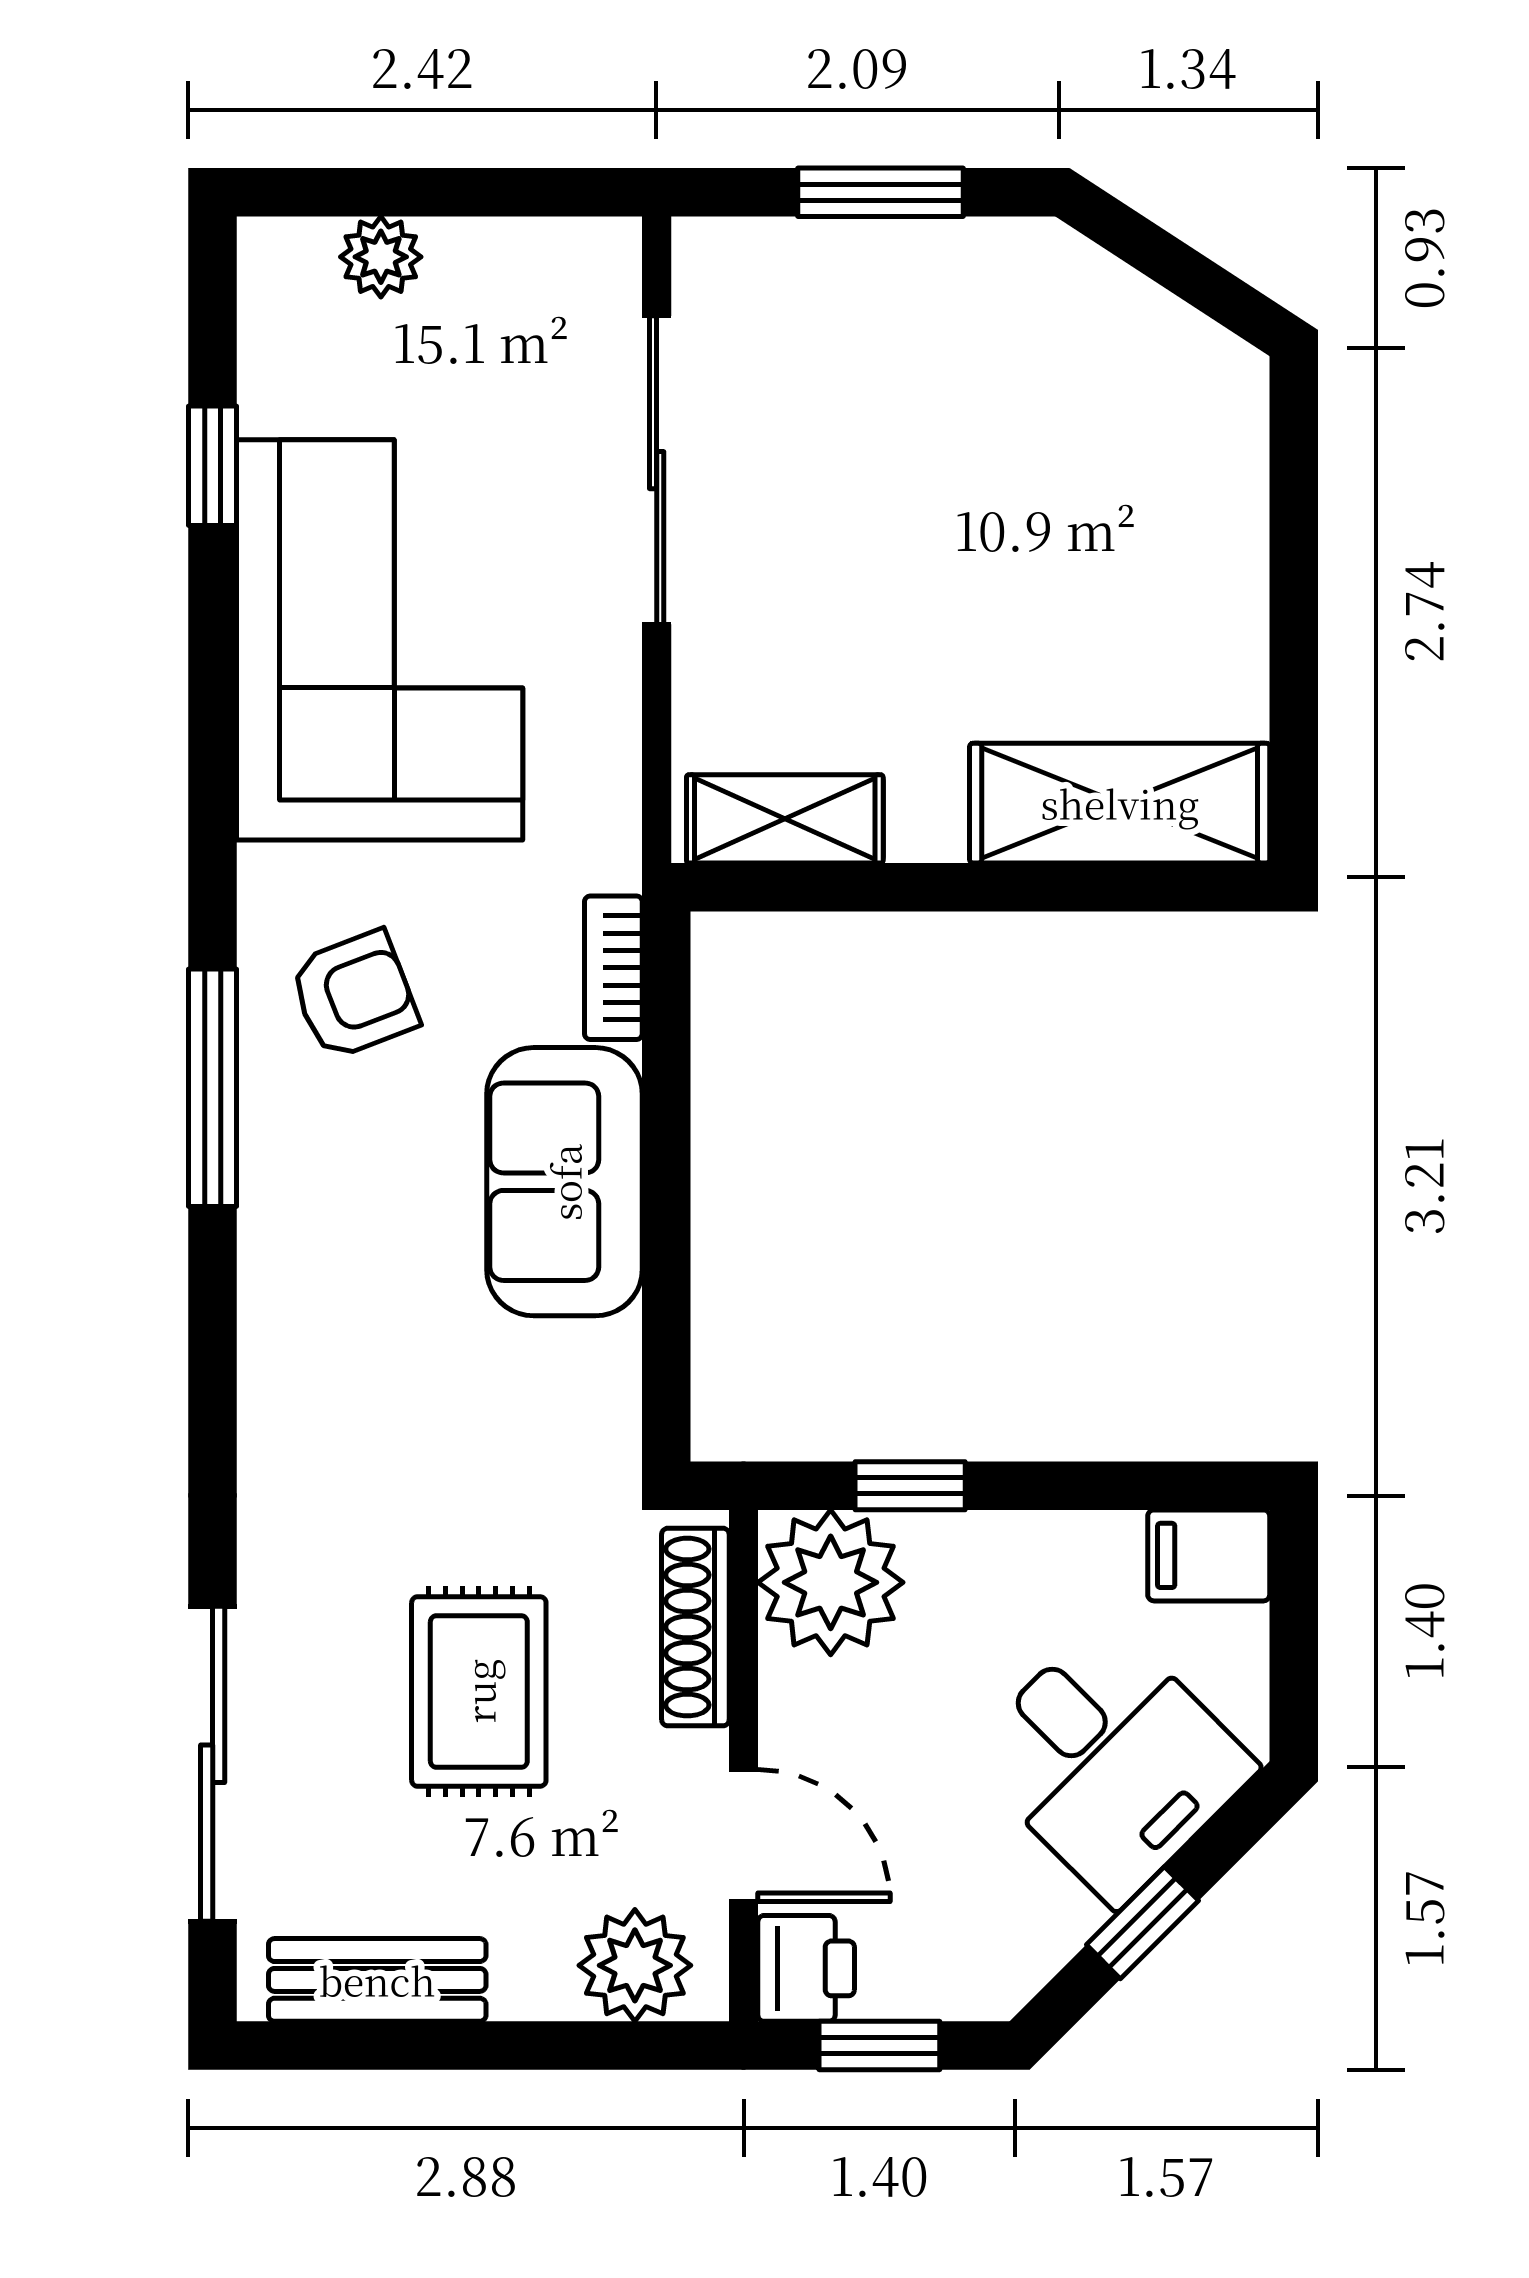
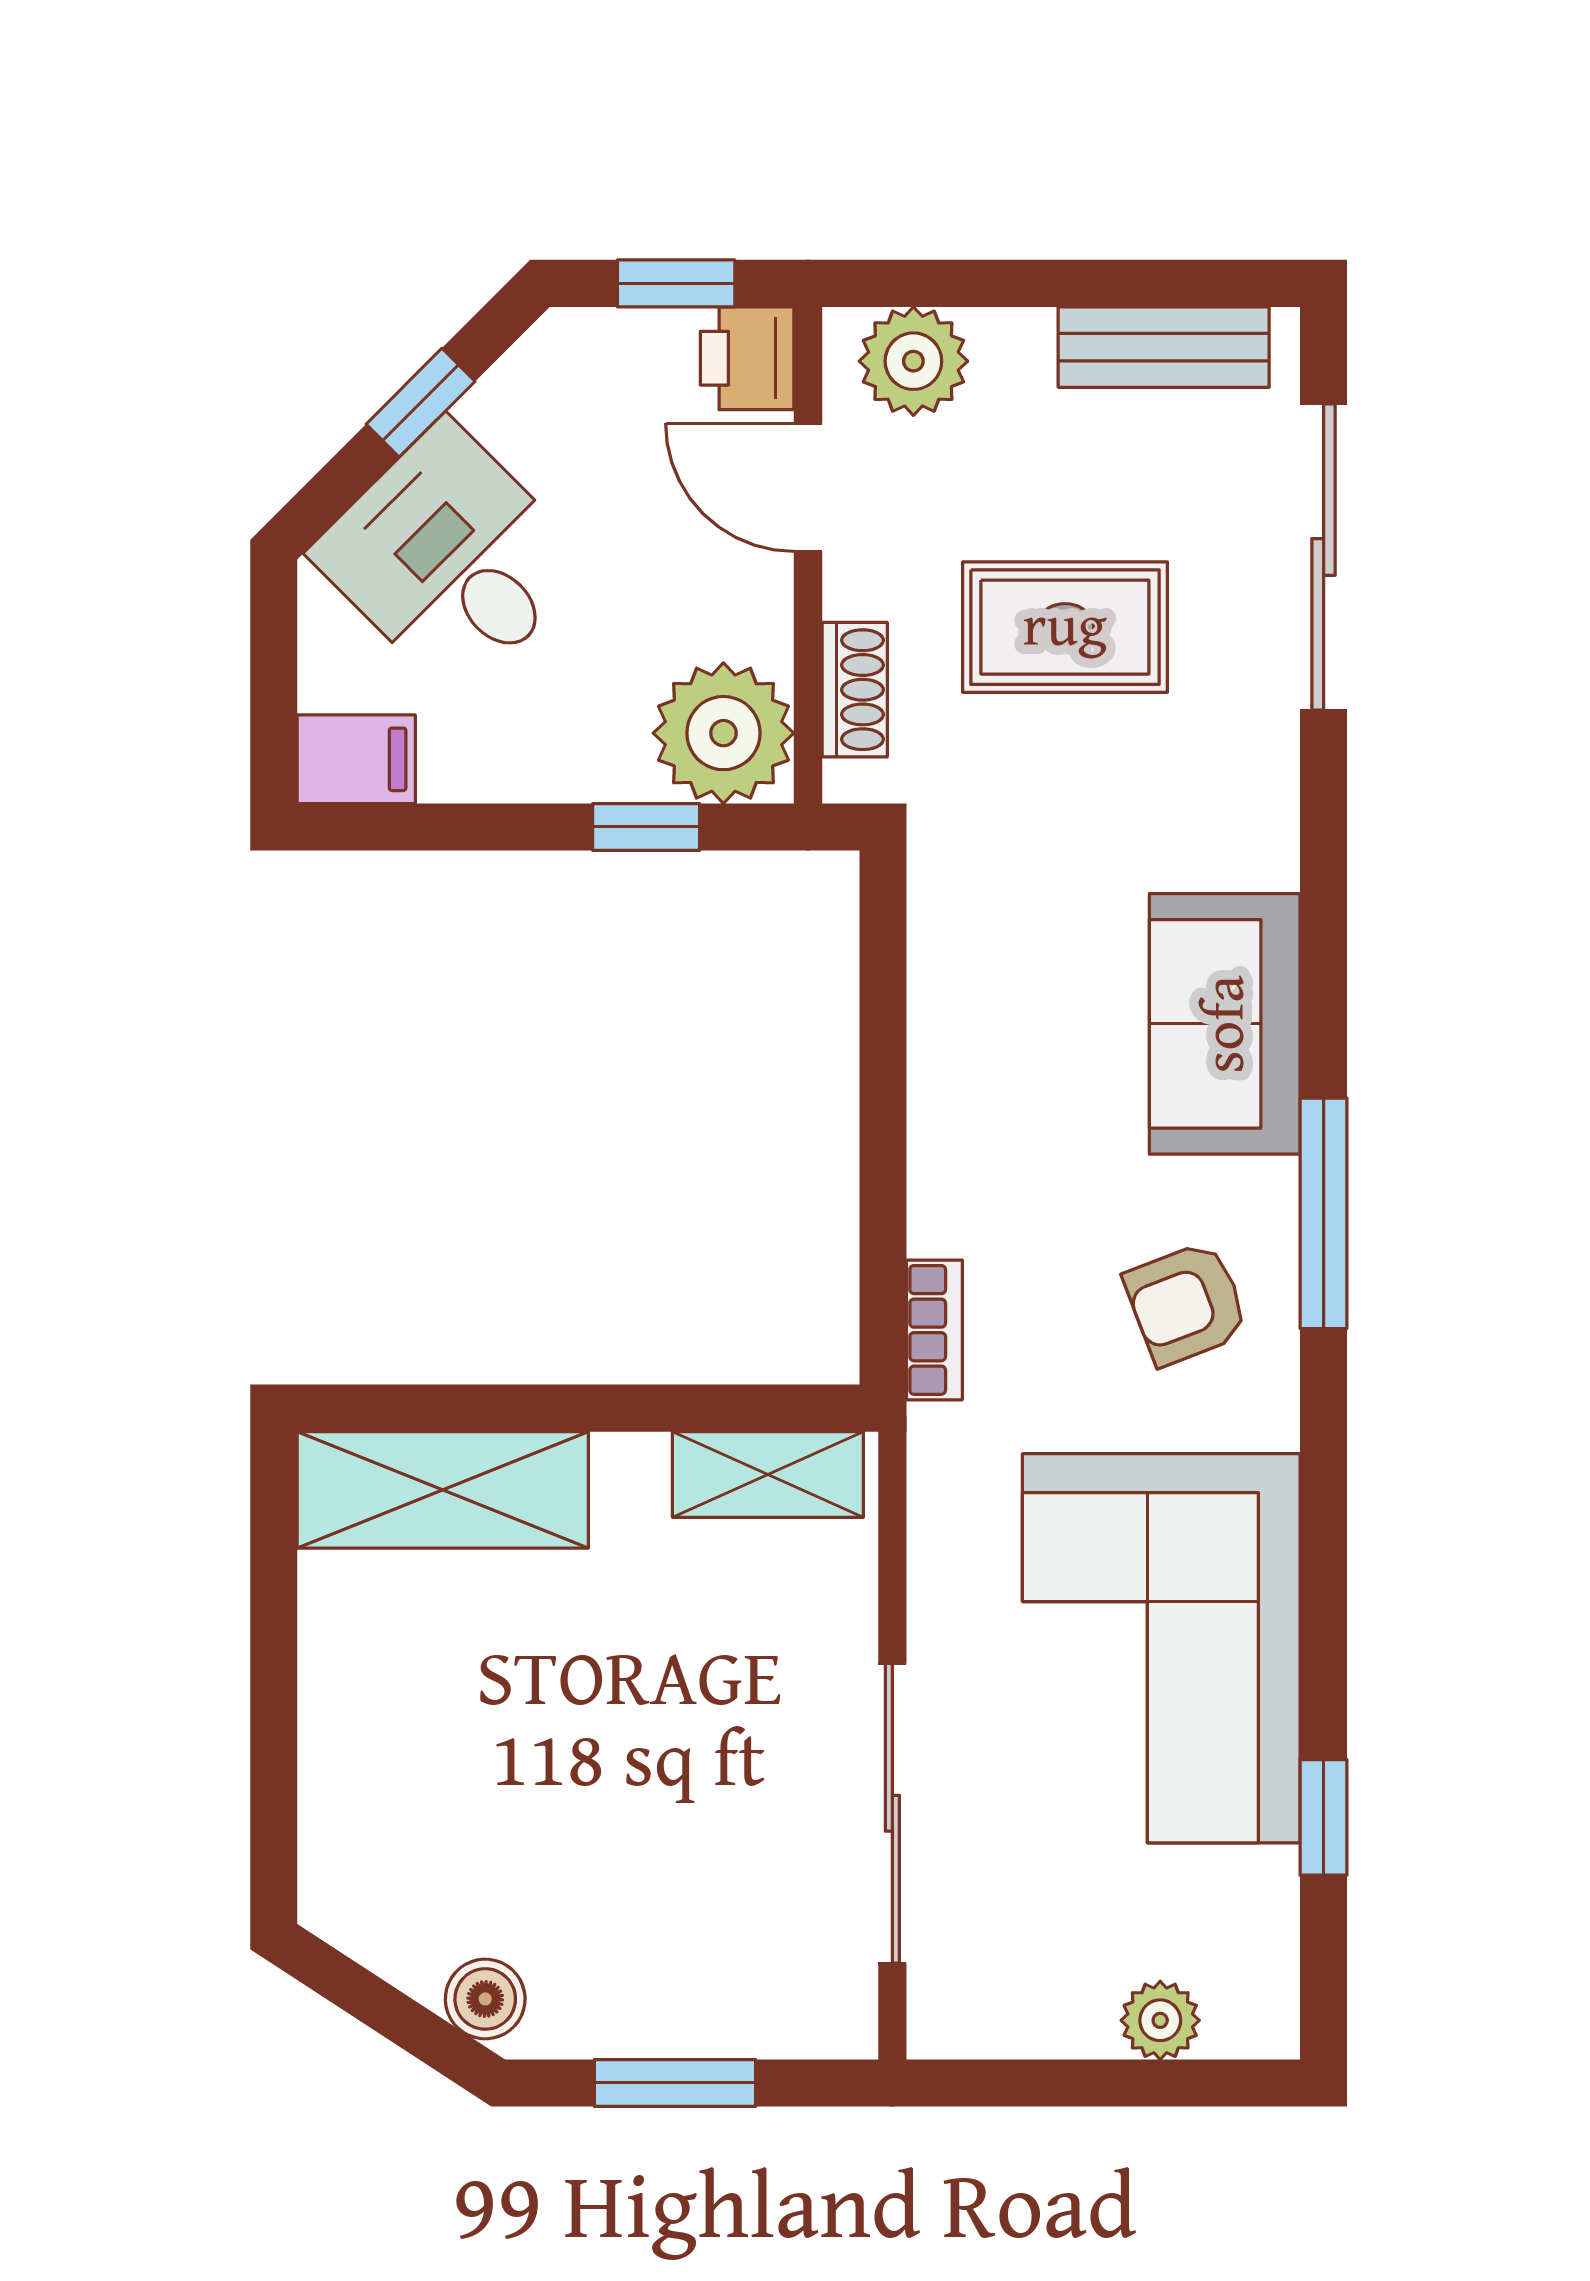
boiler: (1076, 279) -> (485, 1999), added
sofa: (565, 1182) -> (1225, 1024), moved, turned 180
shoe rack: (695, 1627) -> (855, 690), width x0.70
rug: (479, 1691) -> (1065, 627), turned 90

